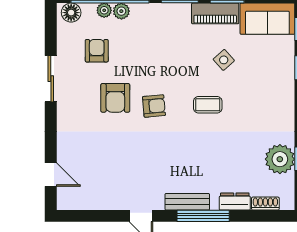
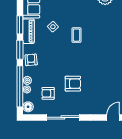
sliding door: (51, 79) -> (63, 117), width x1.37
armchair: (154, 106) -> (31, 60), moved

